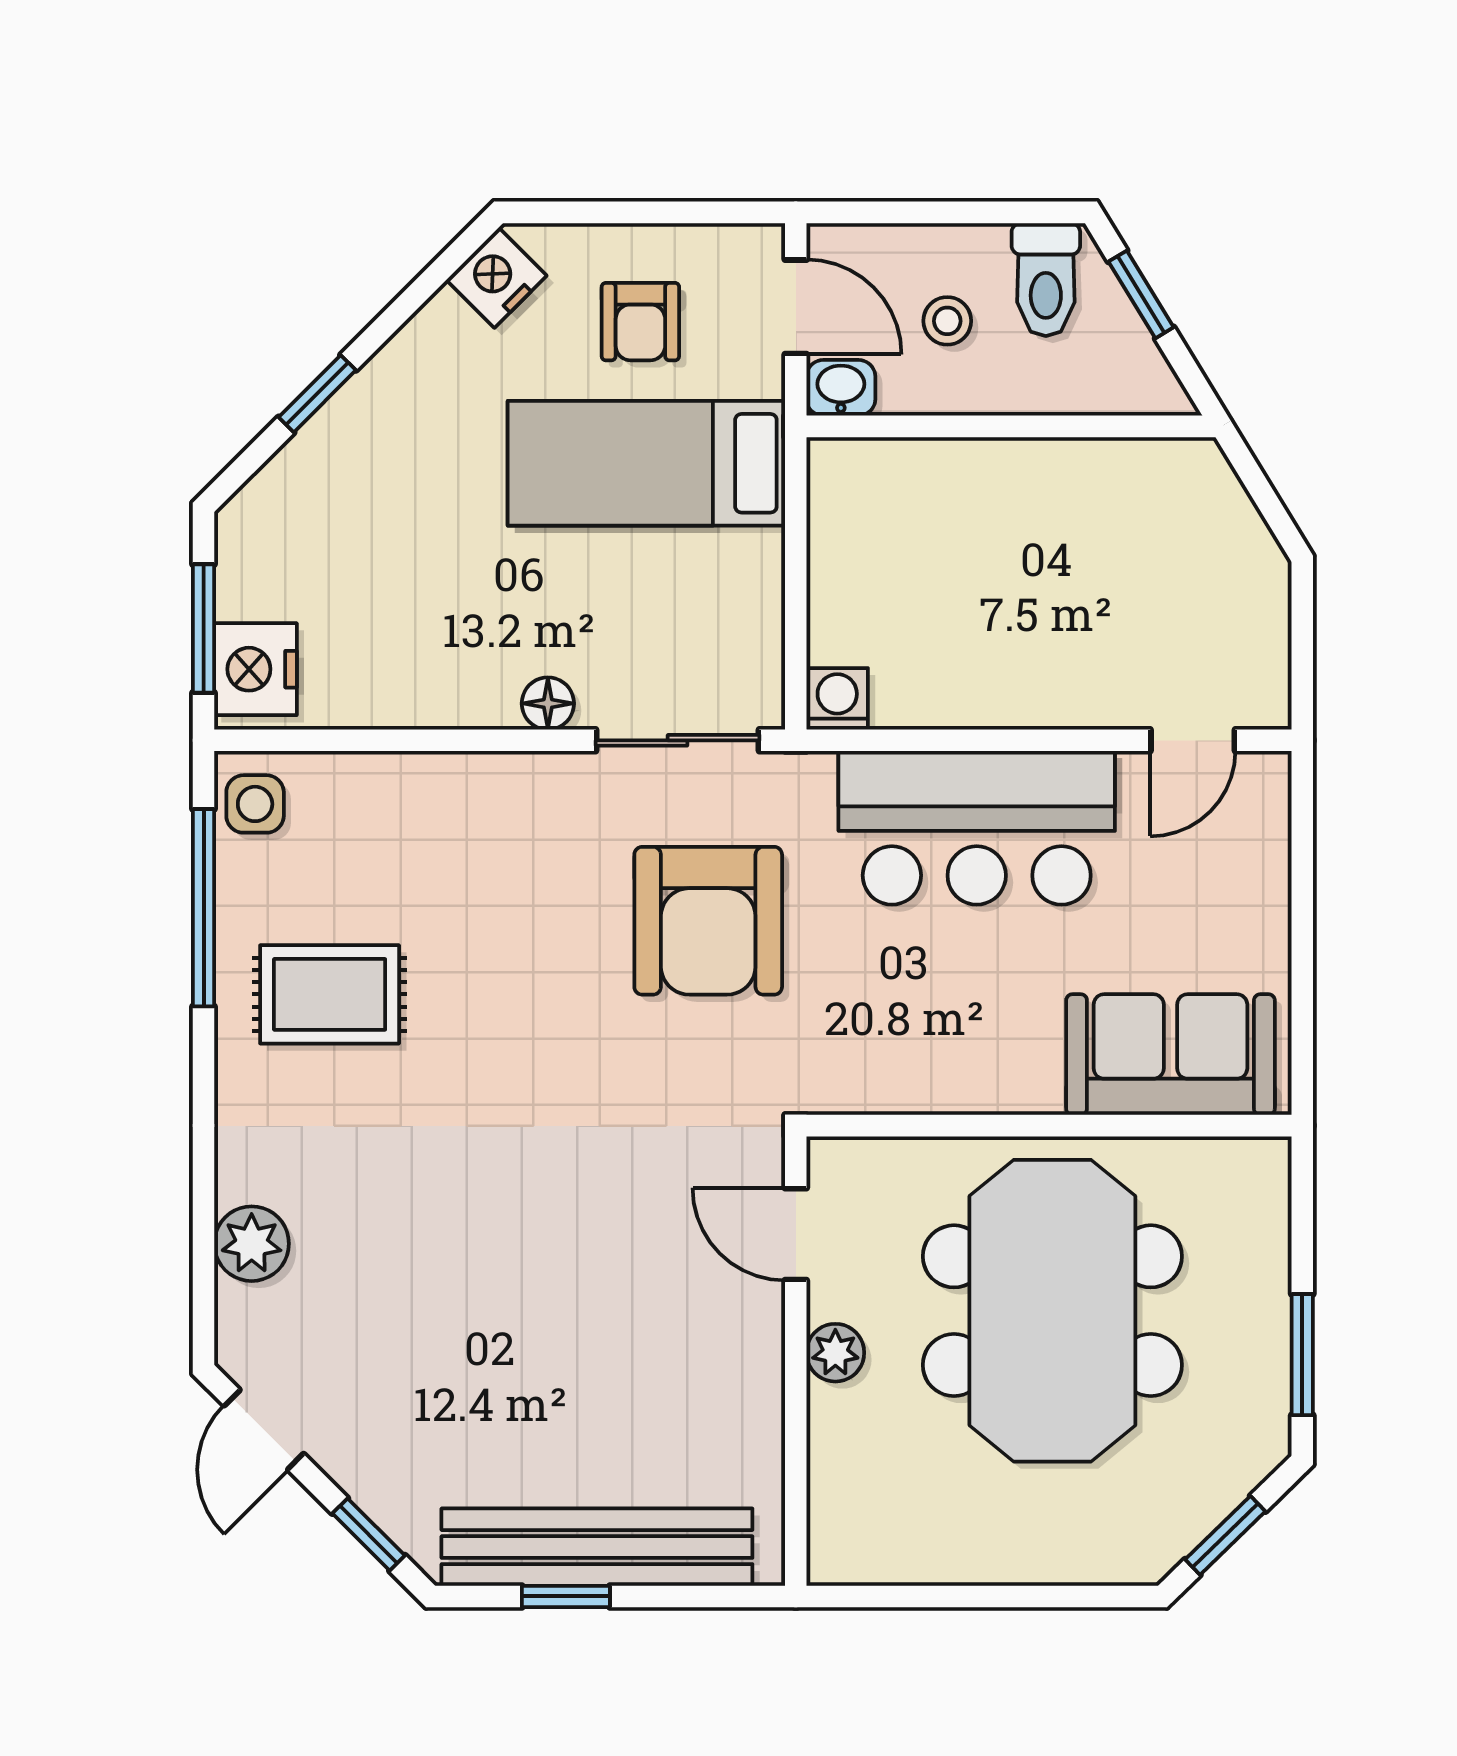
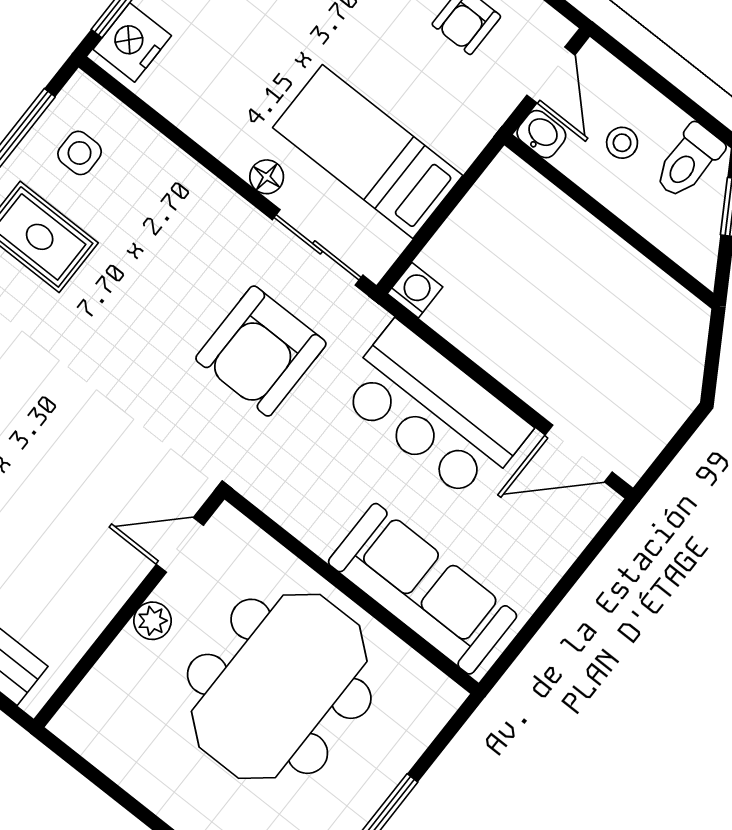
bed: (646, 463) -> (368, 152), moved
door: (1193, 740) -> (579, 454), width x1.38
side table: (255, 804) -> (80, 153), moved
sofa: (1170, 1055) -> (423, 589), width x1.36
door: (796, 1234) -> (180, 545), hinge flipped

